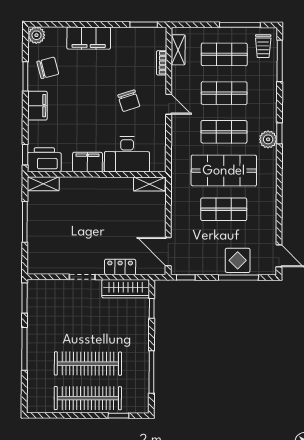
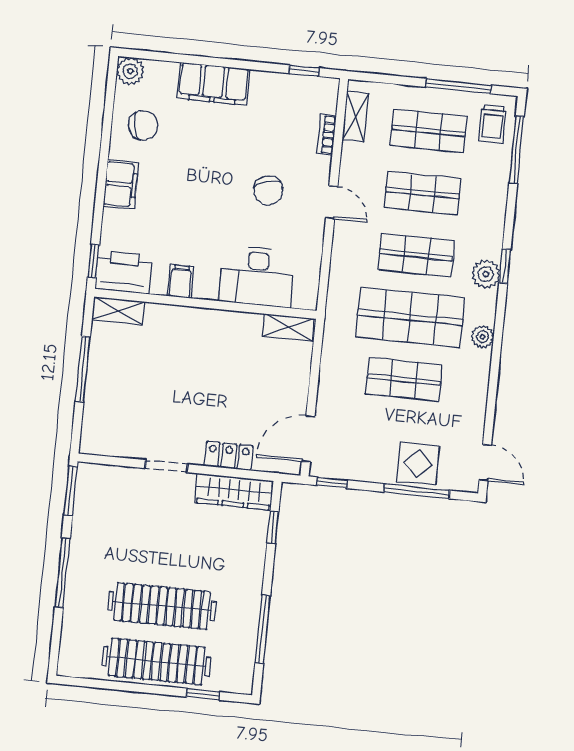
window: (144, 25) -> (304, 71), width x0.67
window: (25, 76) -> (106, 136), removed
filing cabinet: (87, 162) -> (181, 281), width x0.50
plant: (270, 178) -> (483, 337), added
door: (168, 252) -> (308, 439), hinge flipped

